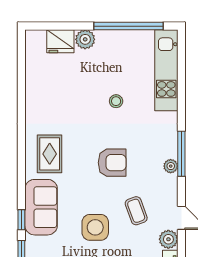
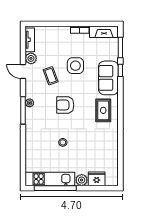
kitchen unit: (166, 70) -> (50, 179), moved, turned -90

